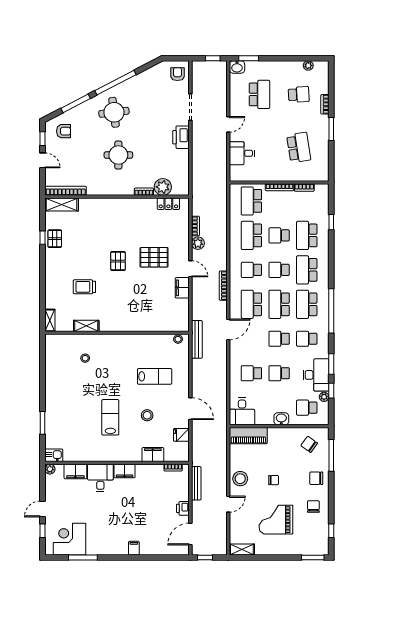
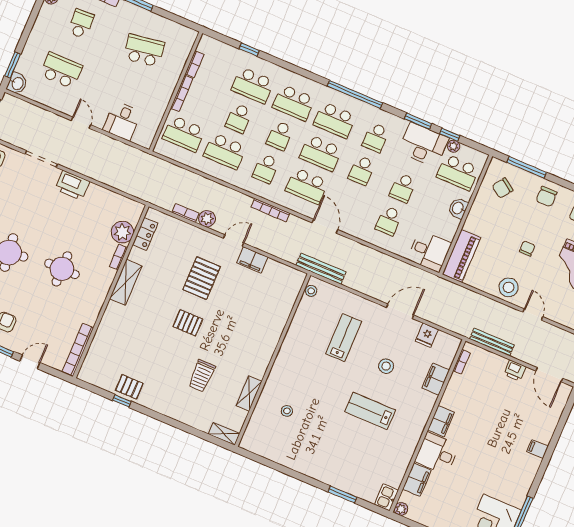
shelving: (62, 205) -> (126, 282), moved
school desk: (307, 408) -> (458, 172), width x1.85

